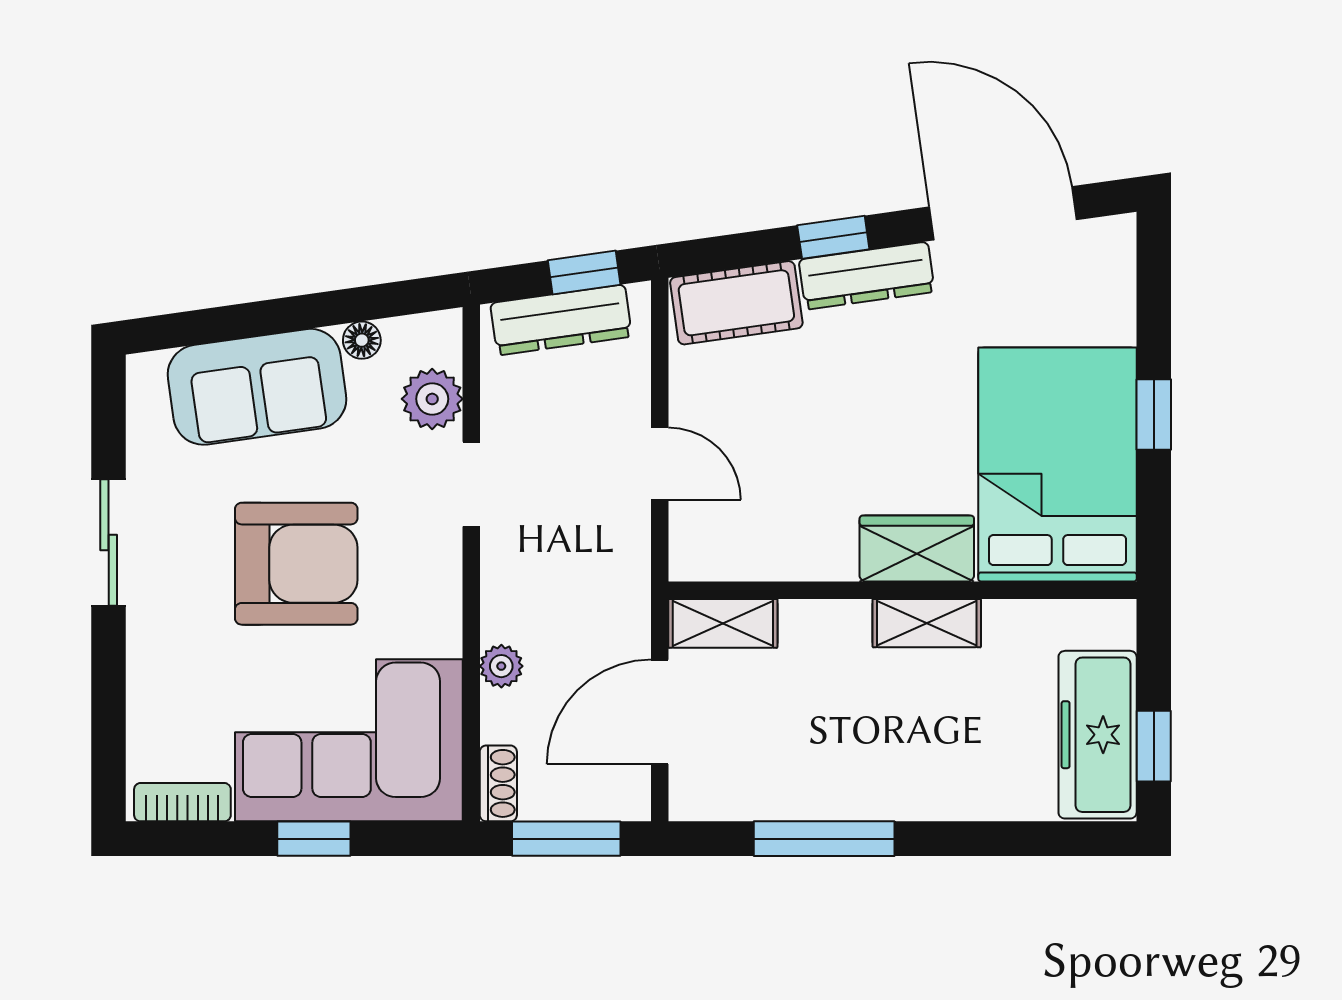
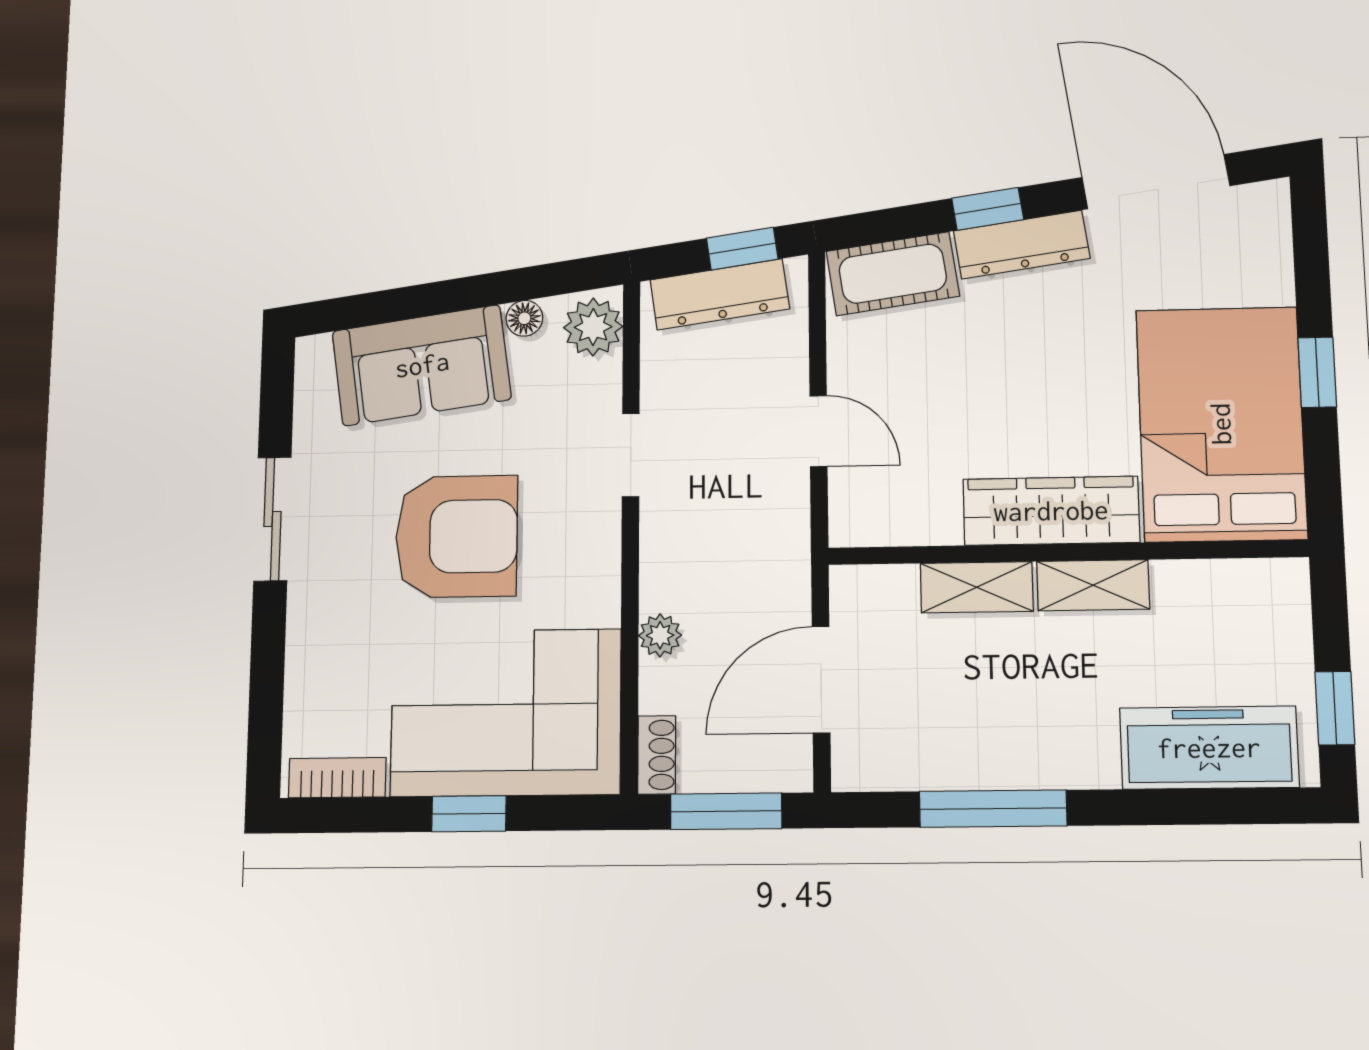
plant: (432, 399) -> (593, 327), moved
wardrobe: (917, 549) -> (1051, 511), width x1.50
shelving: (723, 623) -> (977, 587), moved
freezer: (1098, 735) -> (1209, 748), moved, turned 90

